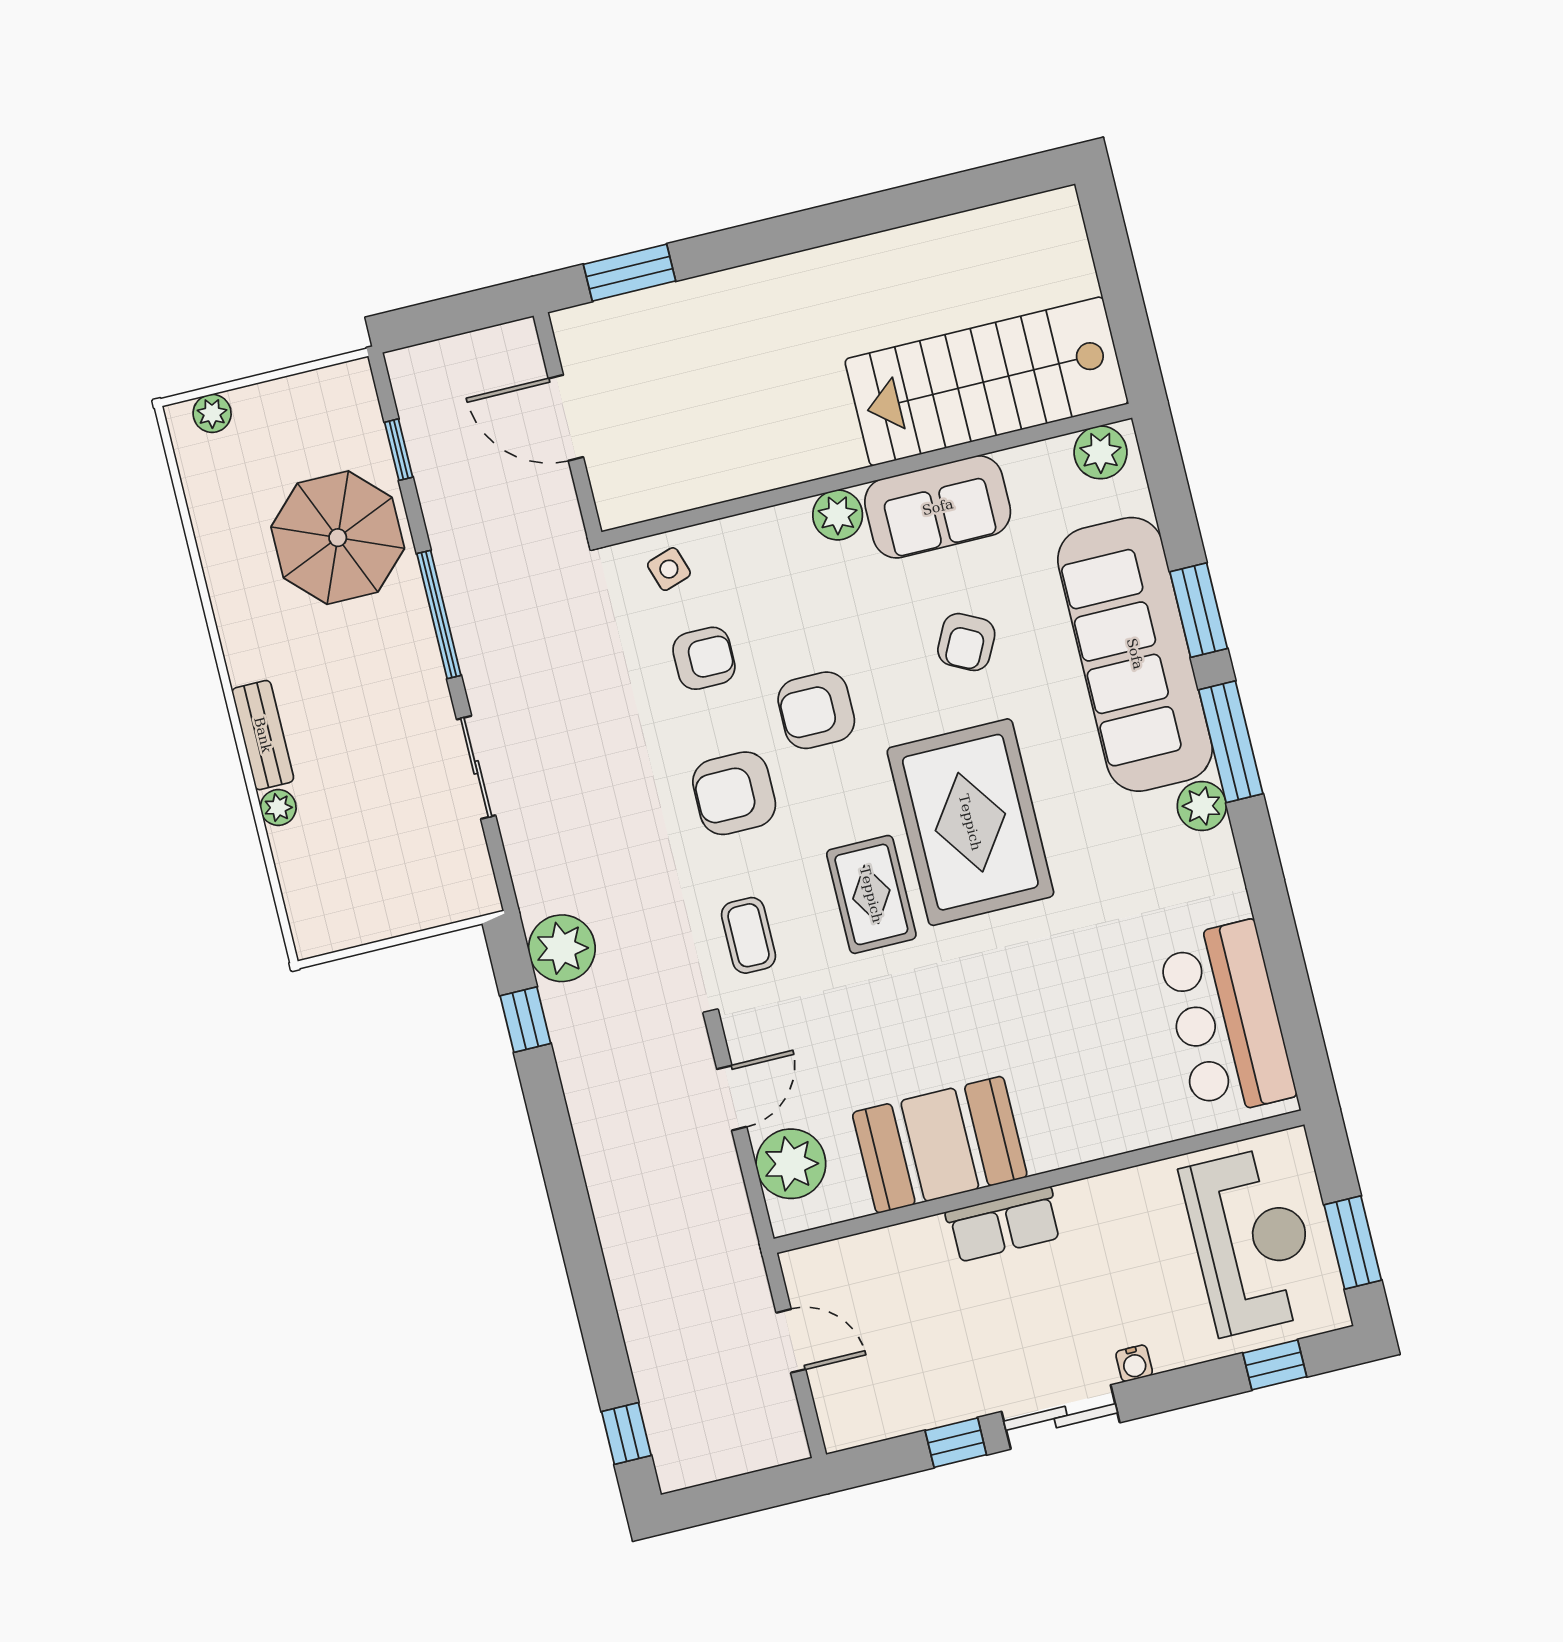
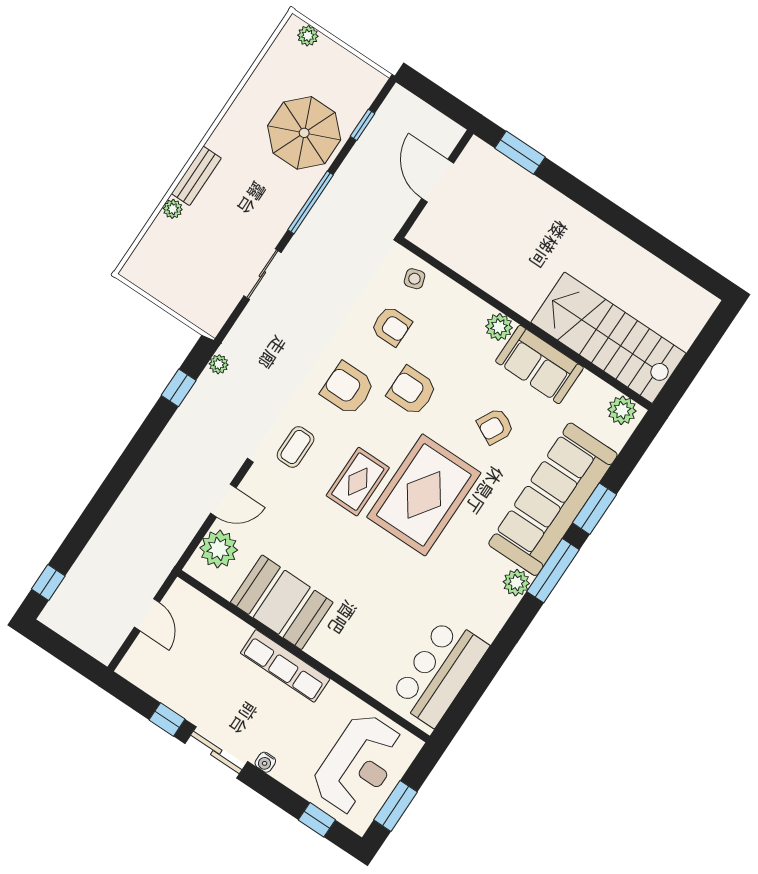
plant: (562, 948) -> (219, 364), width x0.53, depth x0.53
row of seats: (1004, 1225) -> (285, 666), width x1.48

